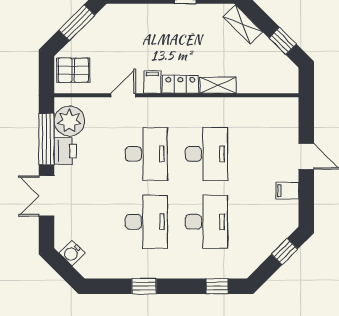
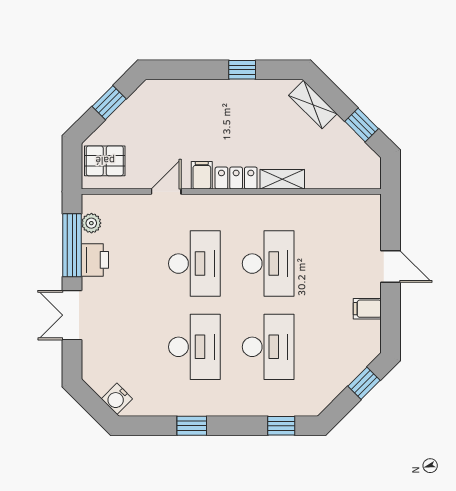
window: (77, 23) -> (109, 103), width x0.67
plant: (69, 121) -> (91, 223), width x0.53, depth x0.53
water cooler: (72, 253) -> (117, 399), moved

